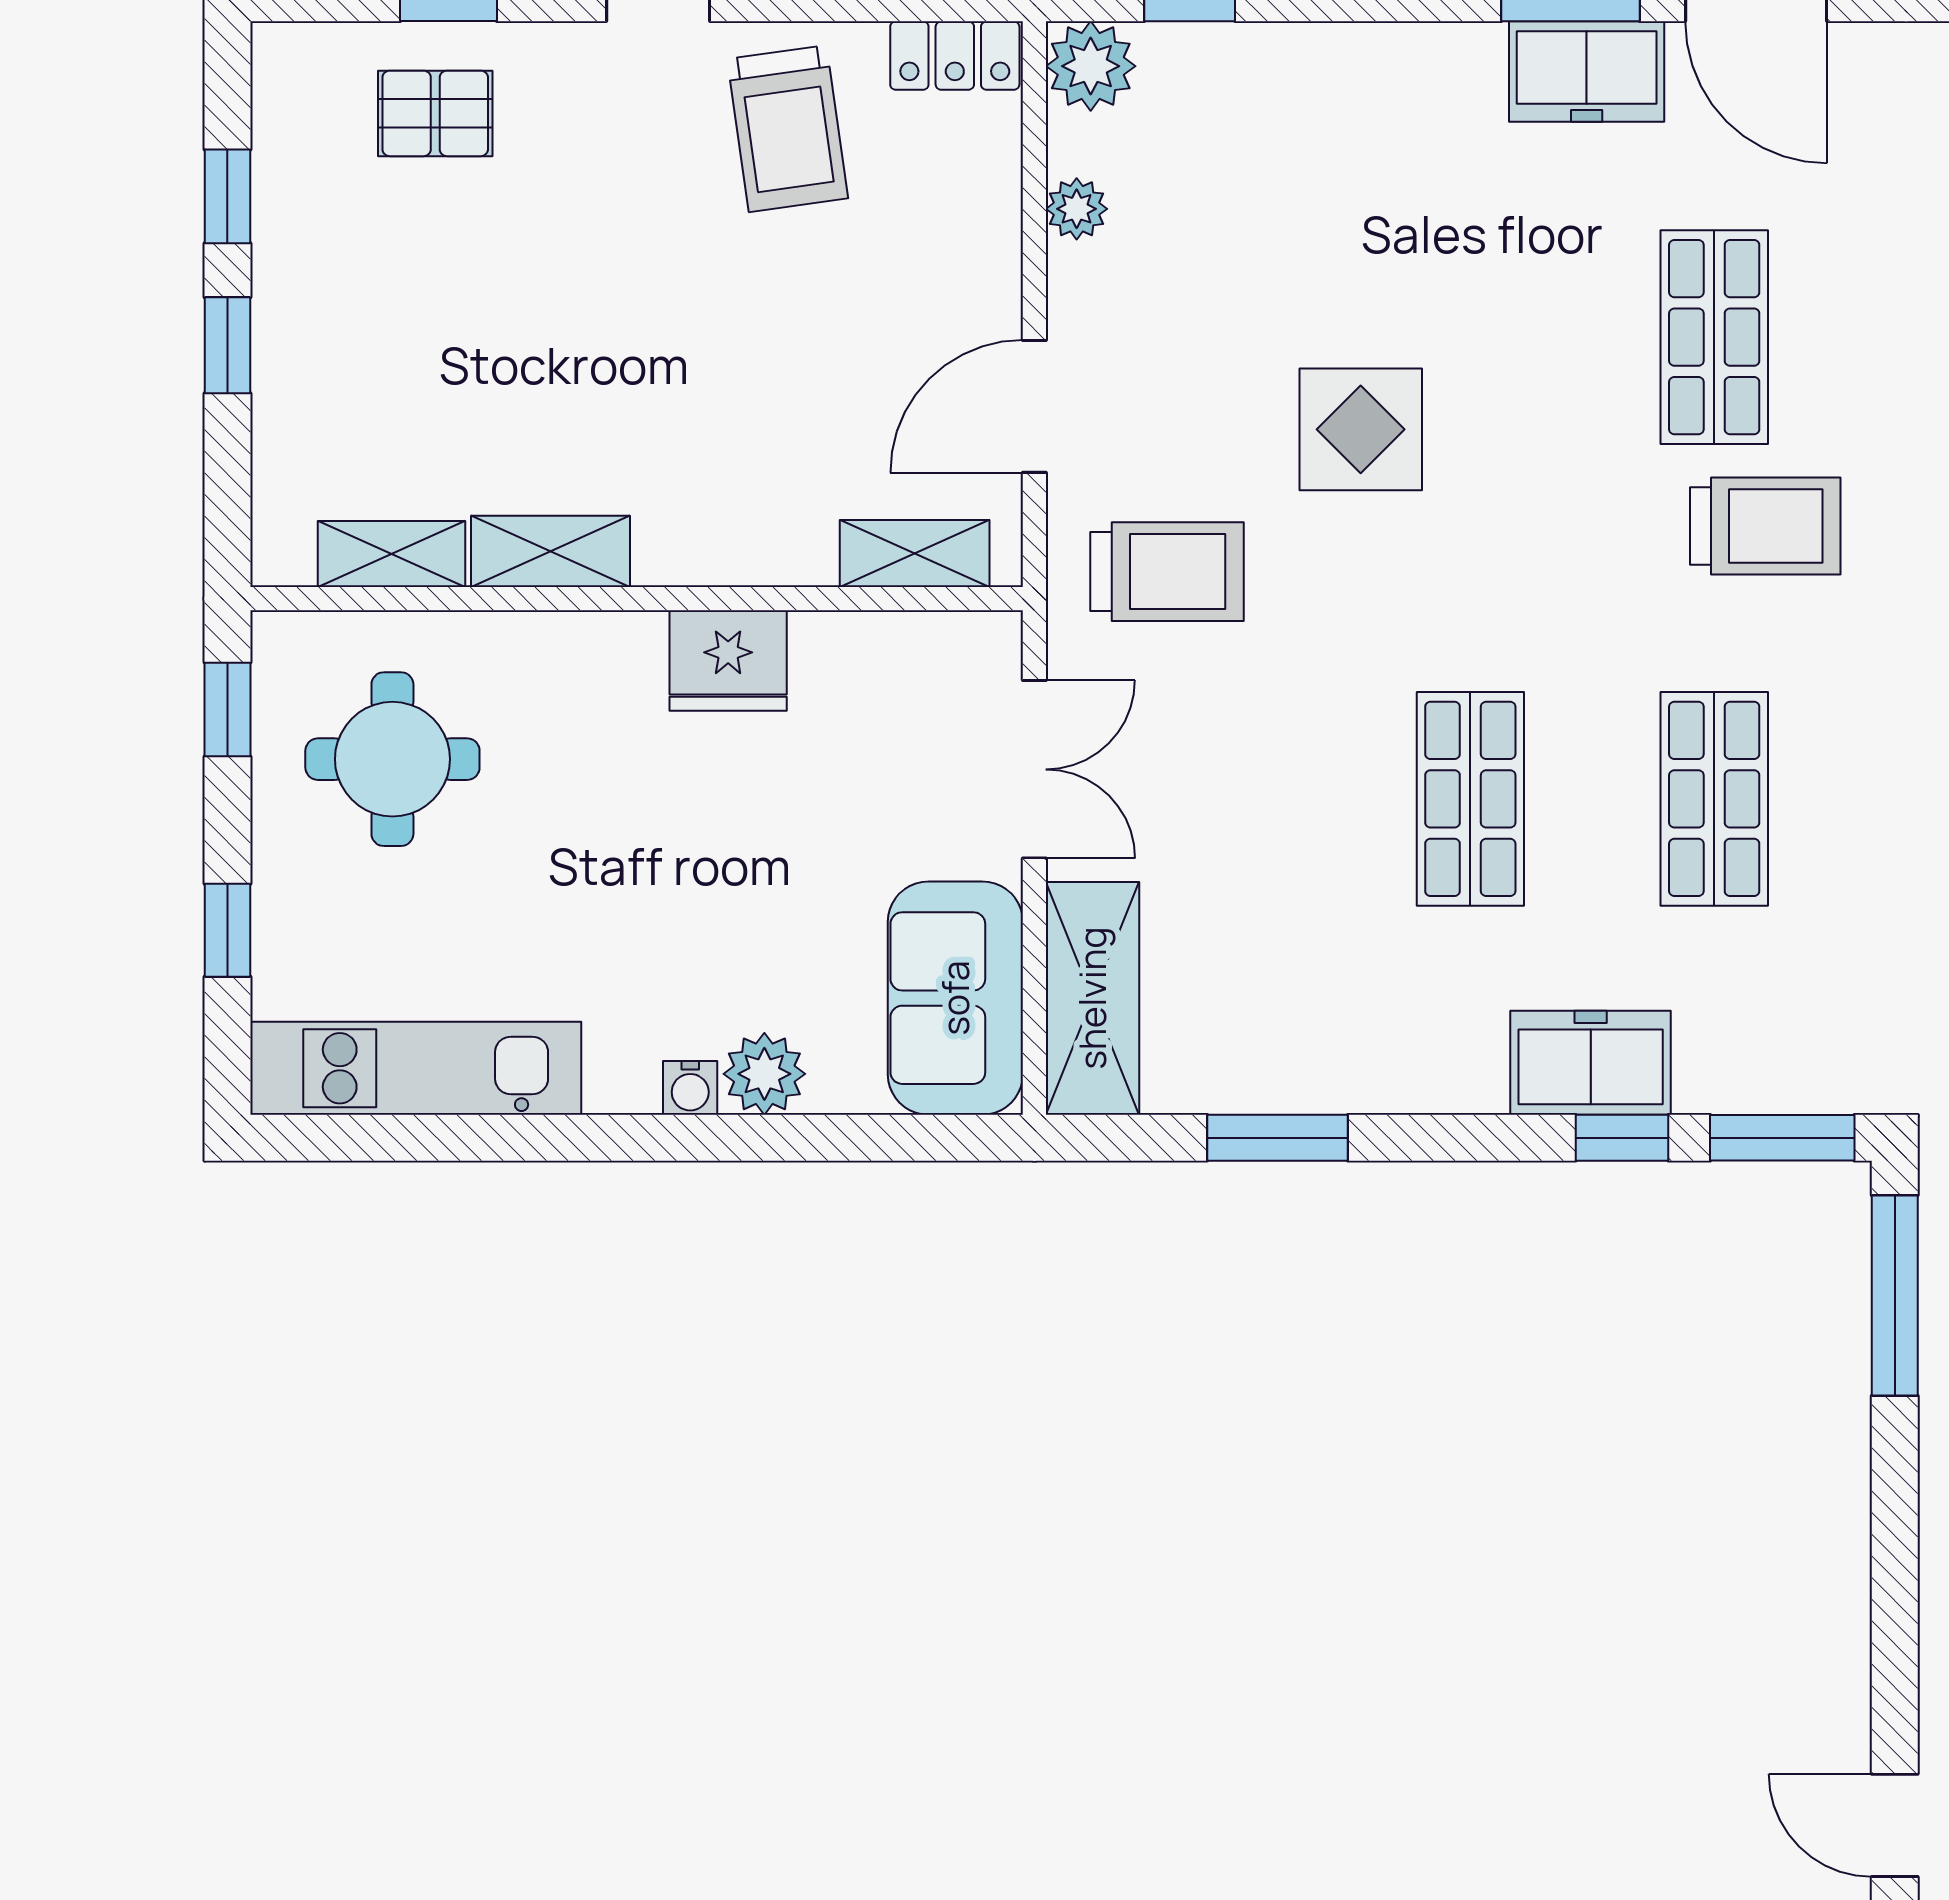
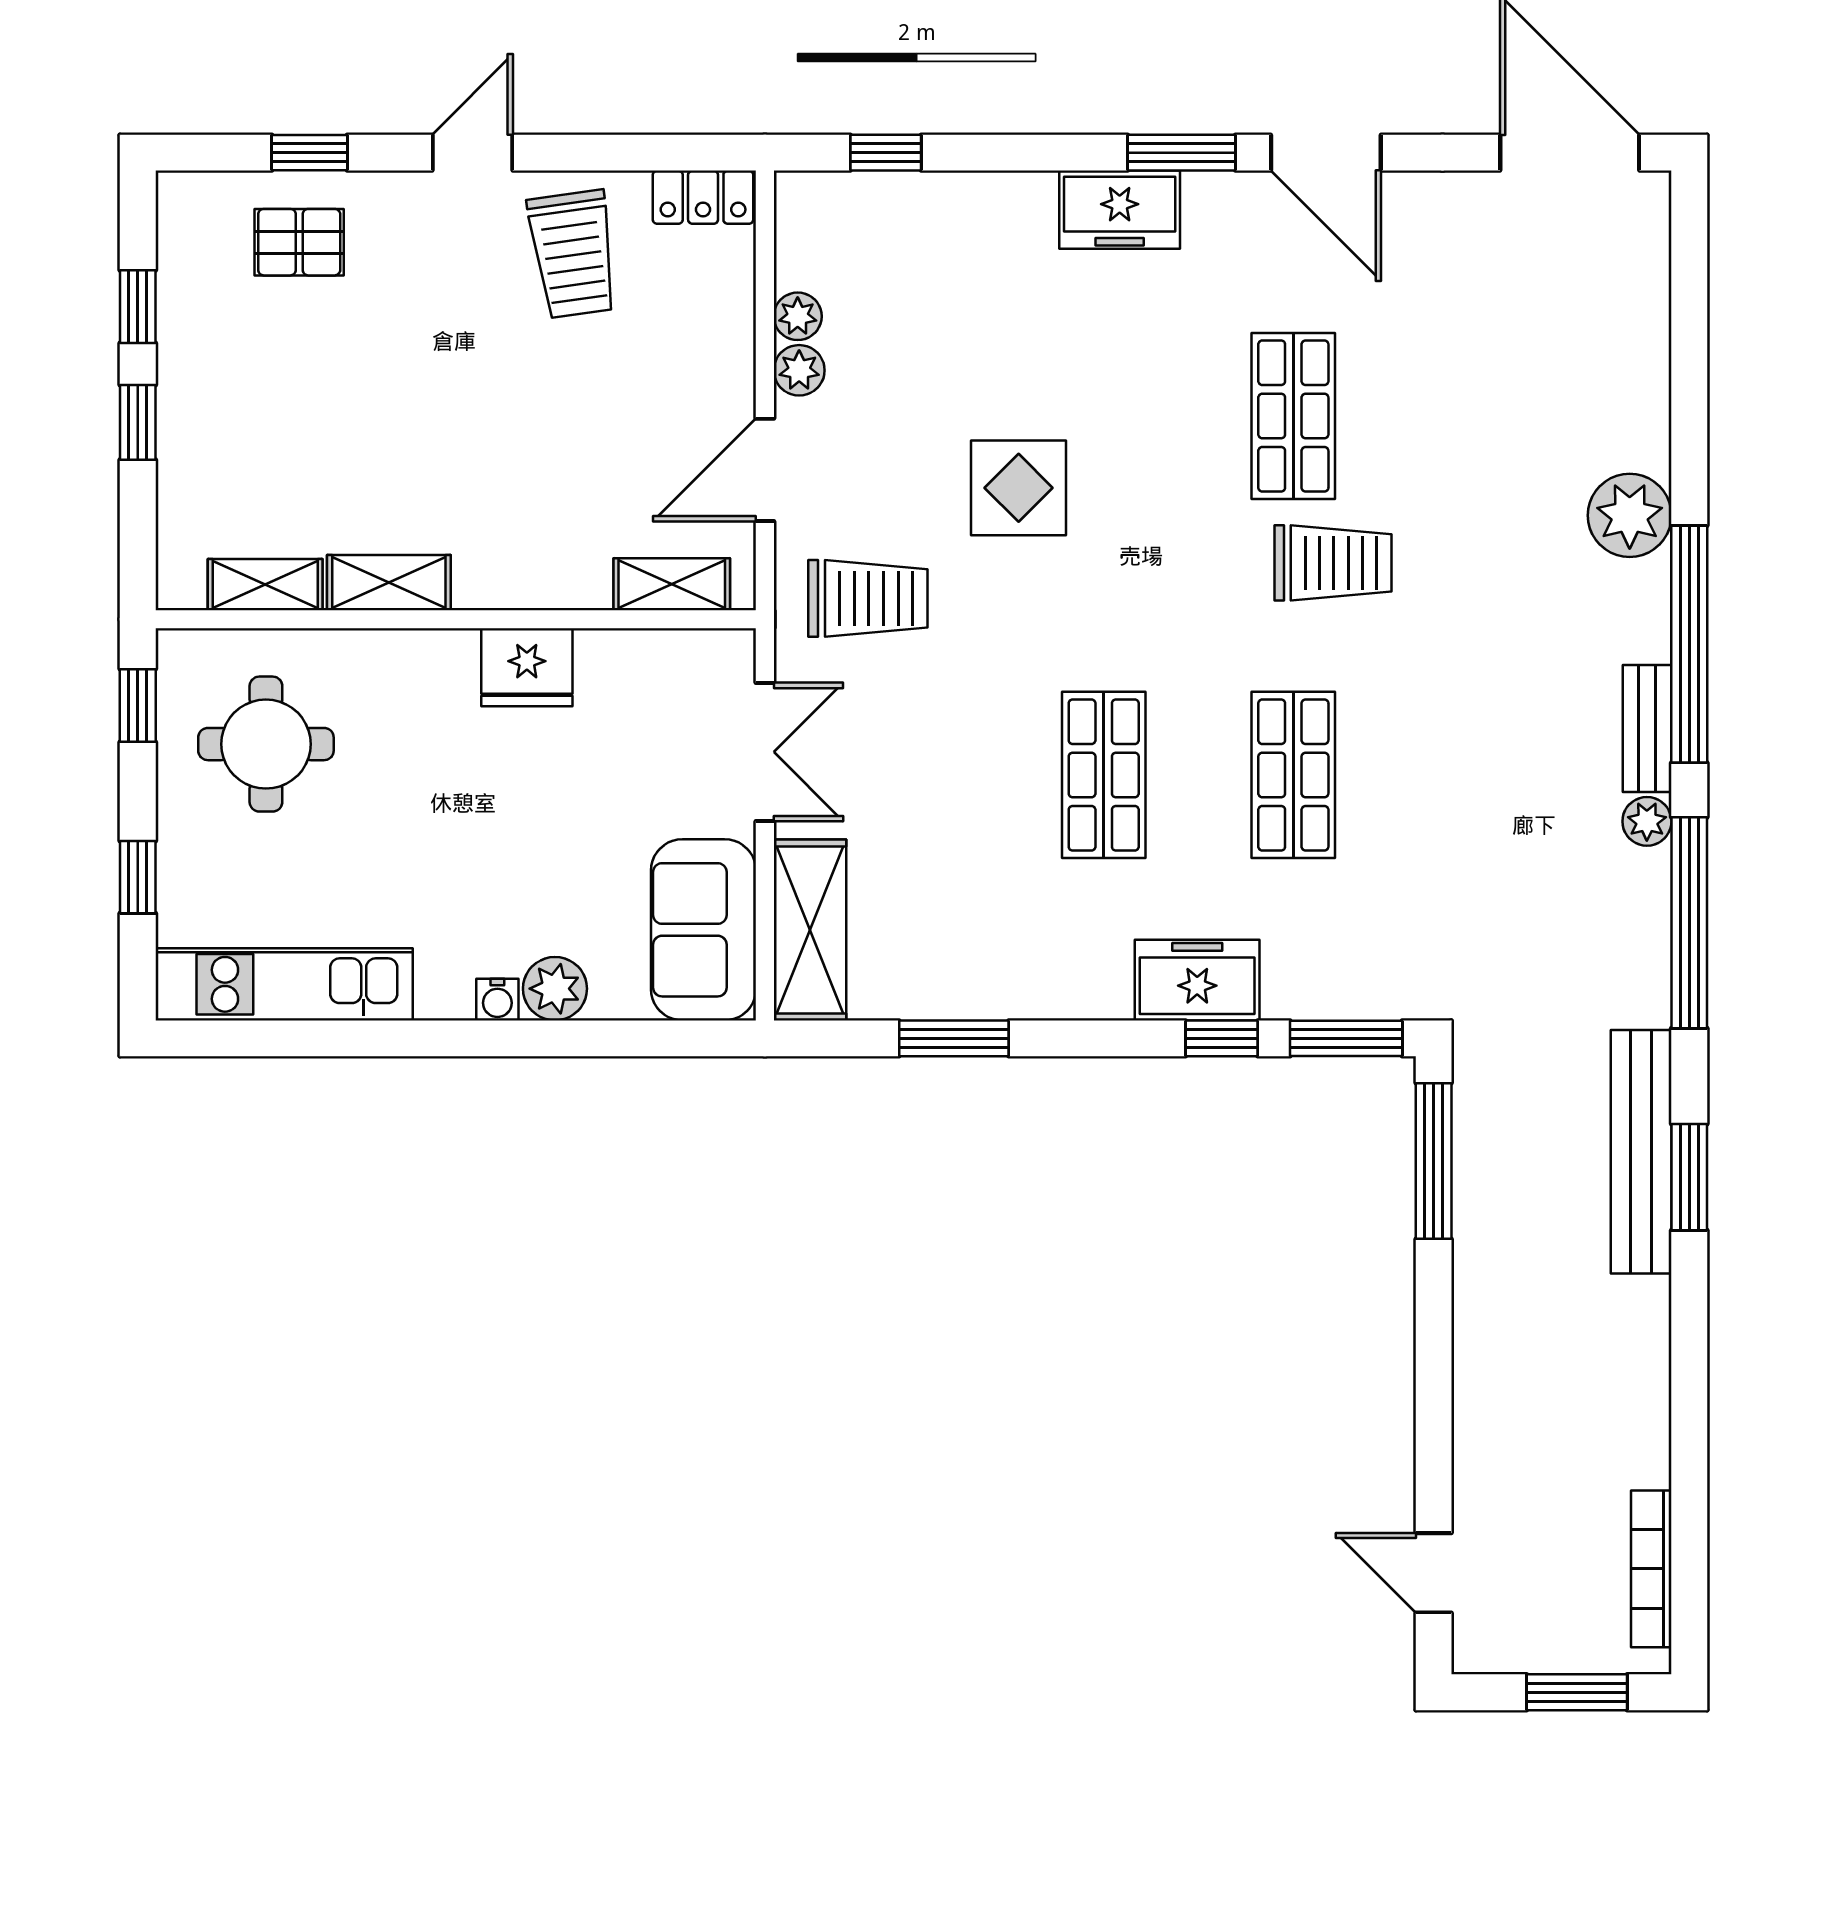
plant: (1091, 66) -> (799, 370), moved, width x0.73, depth x0.73
freezer: (1587, 72) -> (1120, 210), moved

